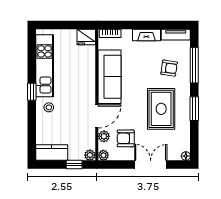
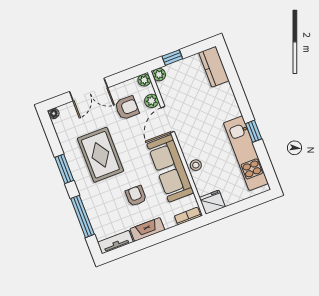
armchair: (169, 68) -> (136, 196), moved, turned 82
window: (32, 92) -> (254, 131), moved
stool: (49, 107) -> (196, 165), moved
kitchen counter: (52, 153) -> (214, 67), moved, turned 90

